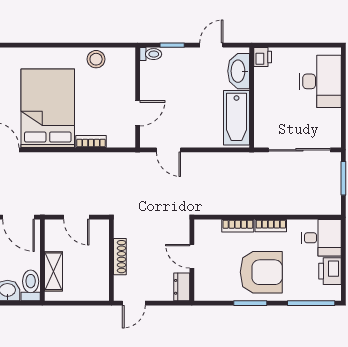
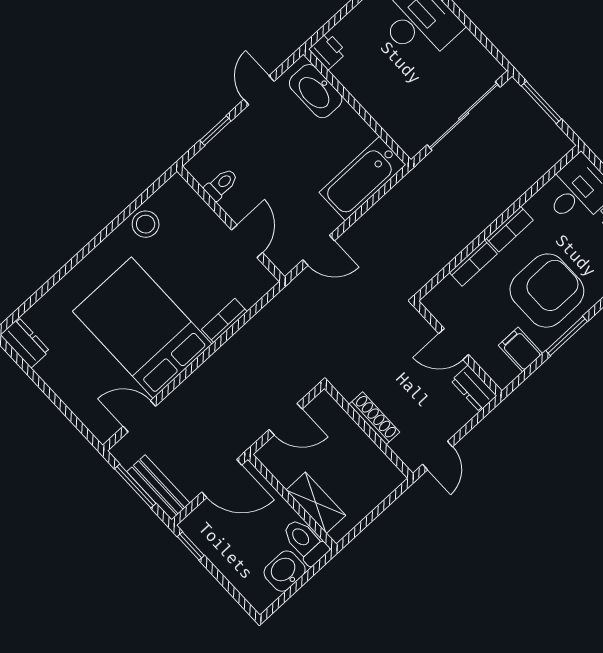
toilet: (151, 54) -> (221, 184), moved
bathtub: (237, 118) -> (362, 179), moved, turned 90
filing cabinet: (222, 289) -> (520, 349), added

